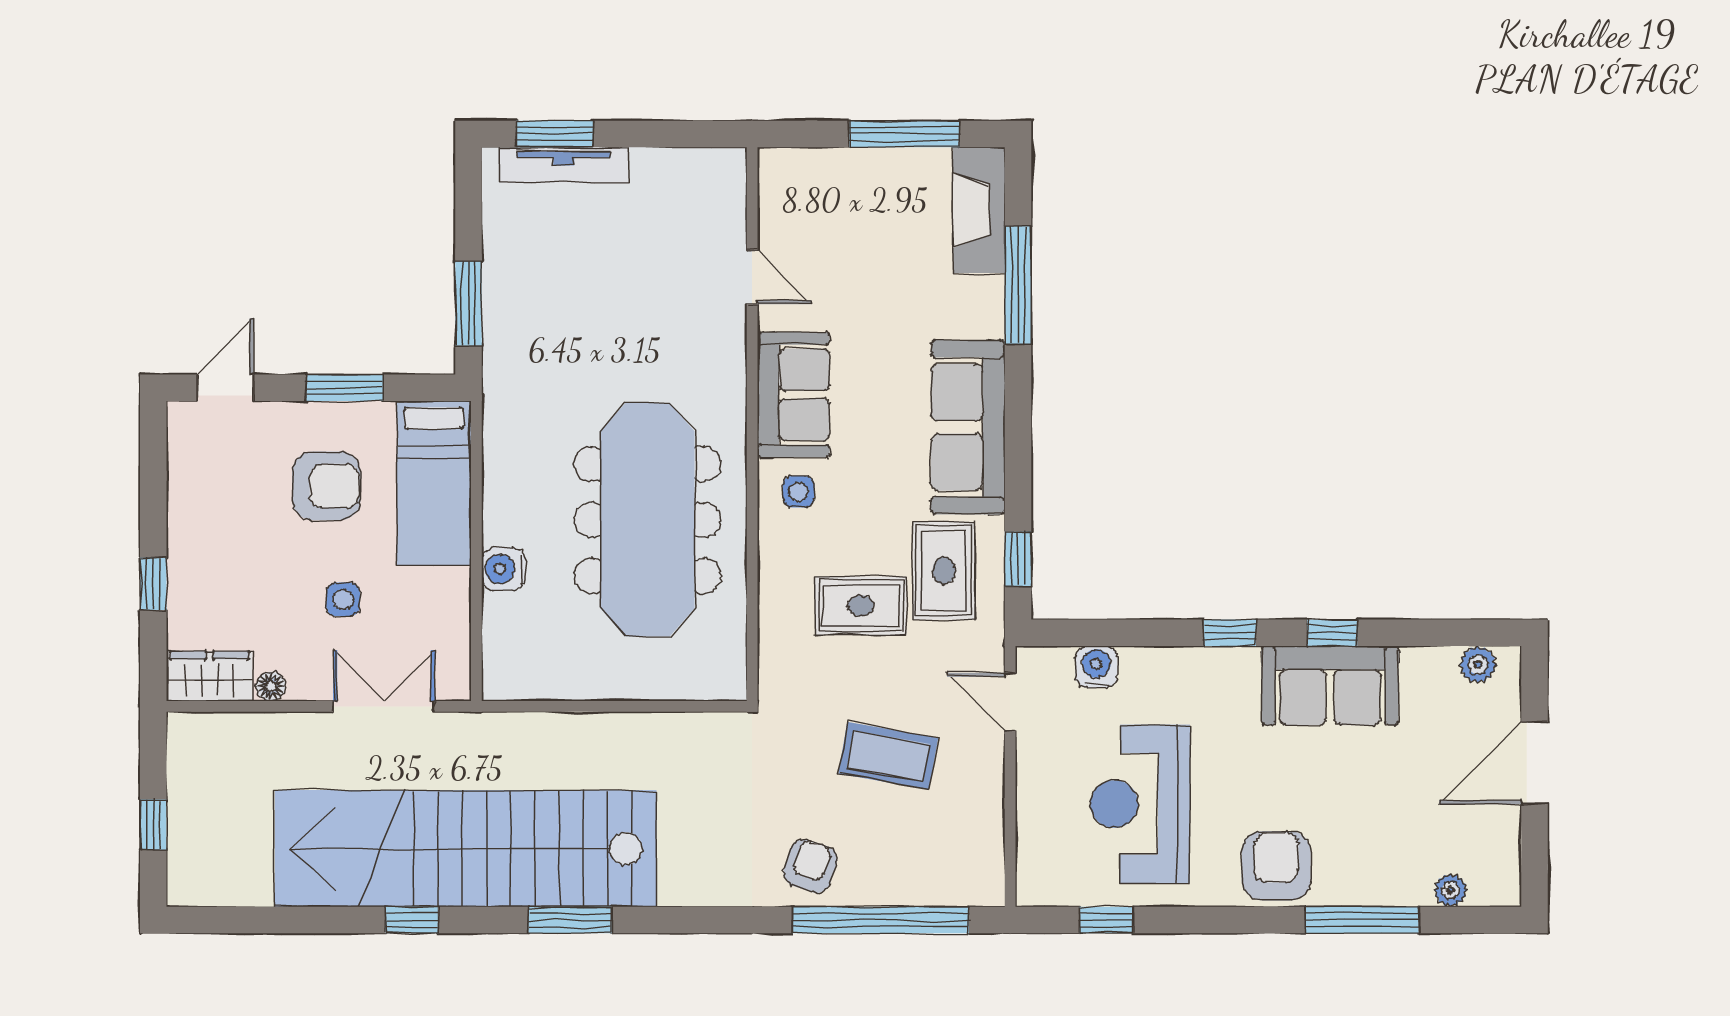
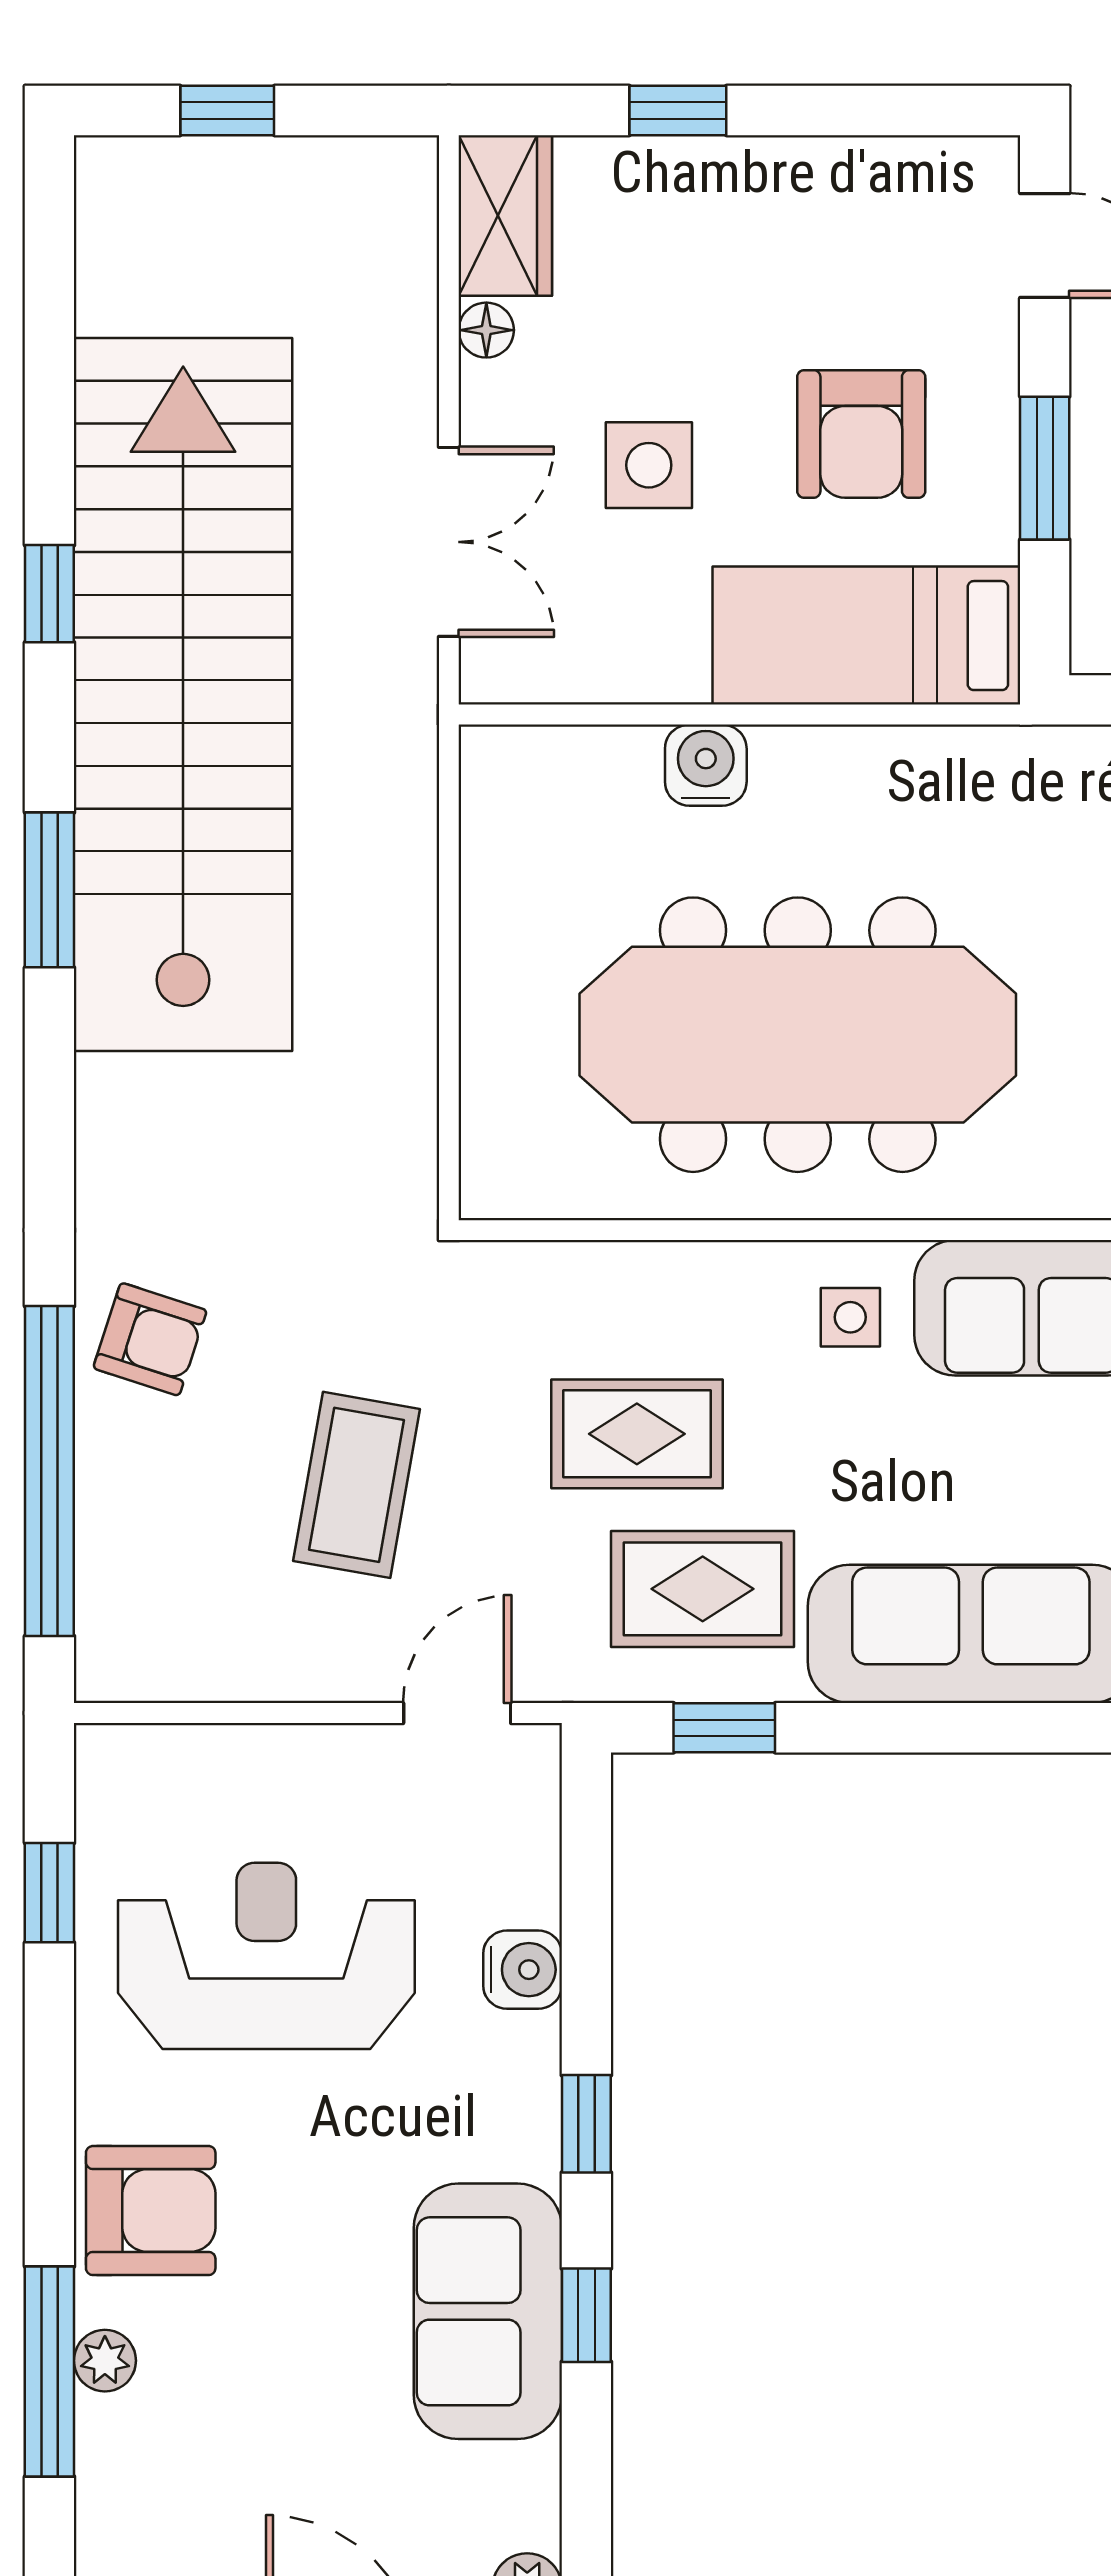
side table: (343, 599) -> (649, 465), width x1.37, depth x1.37
rug: (861, 606) -> (637, 1434), turned 90
water cooler: (1096, 667) -> (523, 1970), moved
plant: (1450, 890) -> (105, 2361), moved

